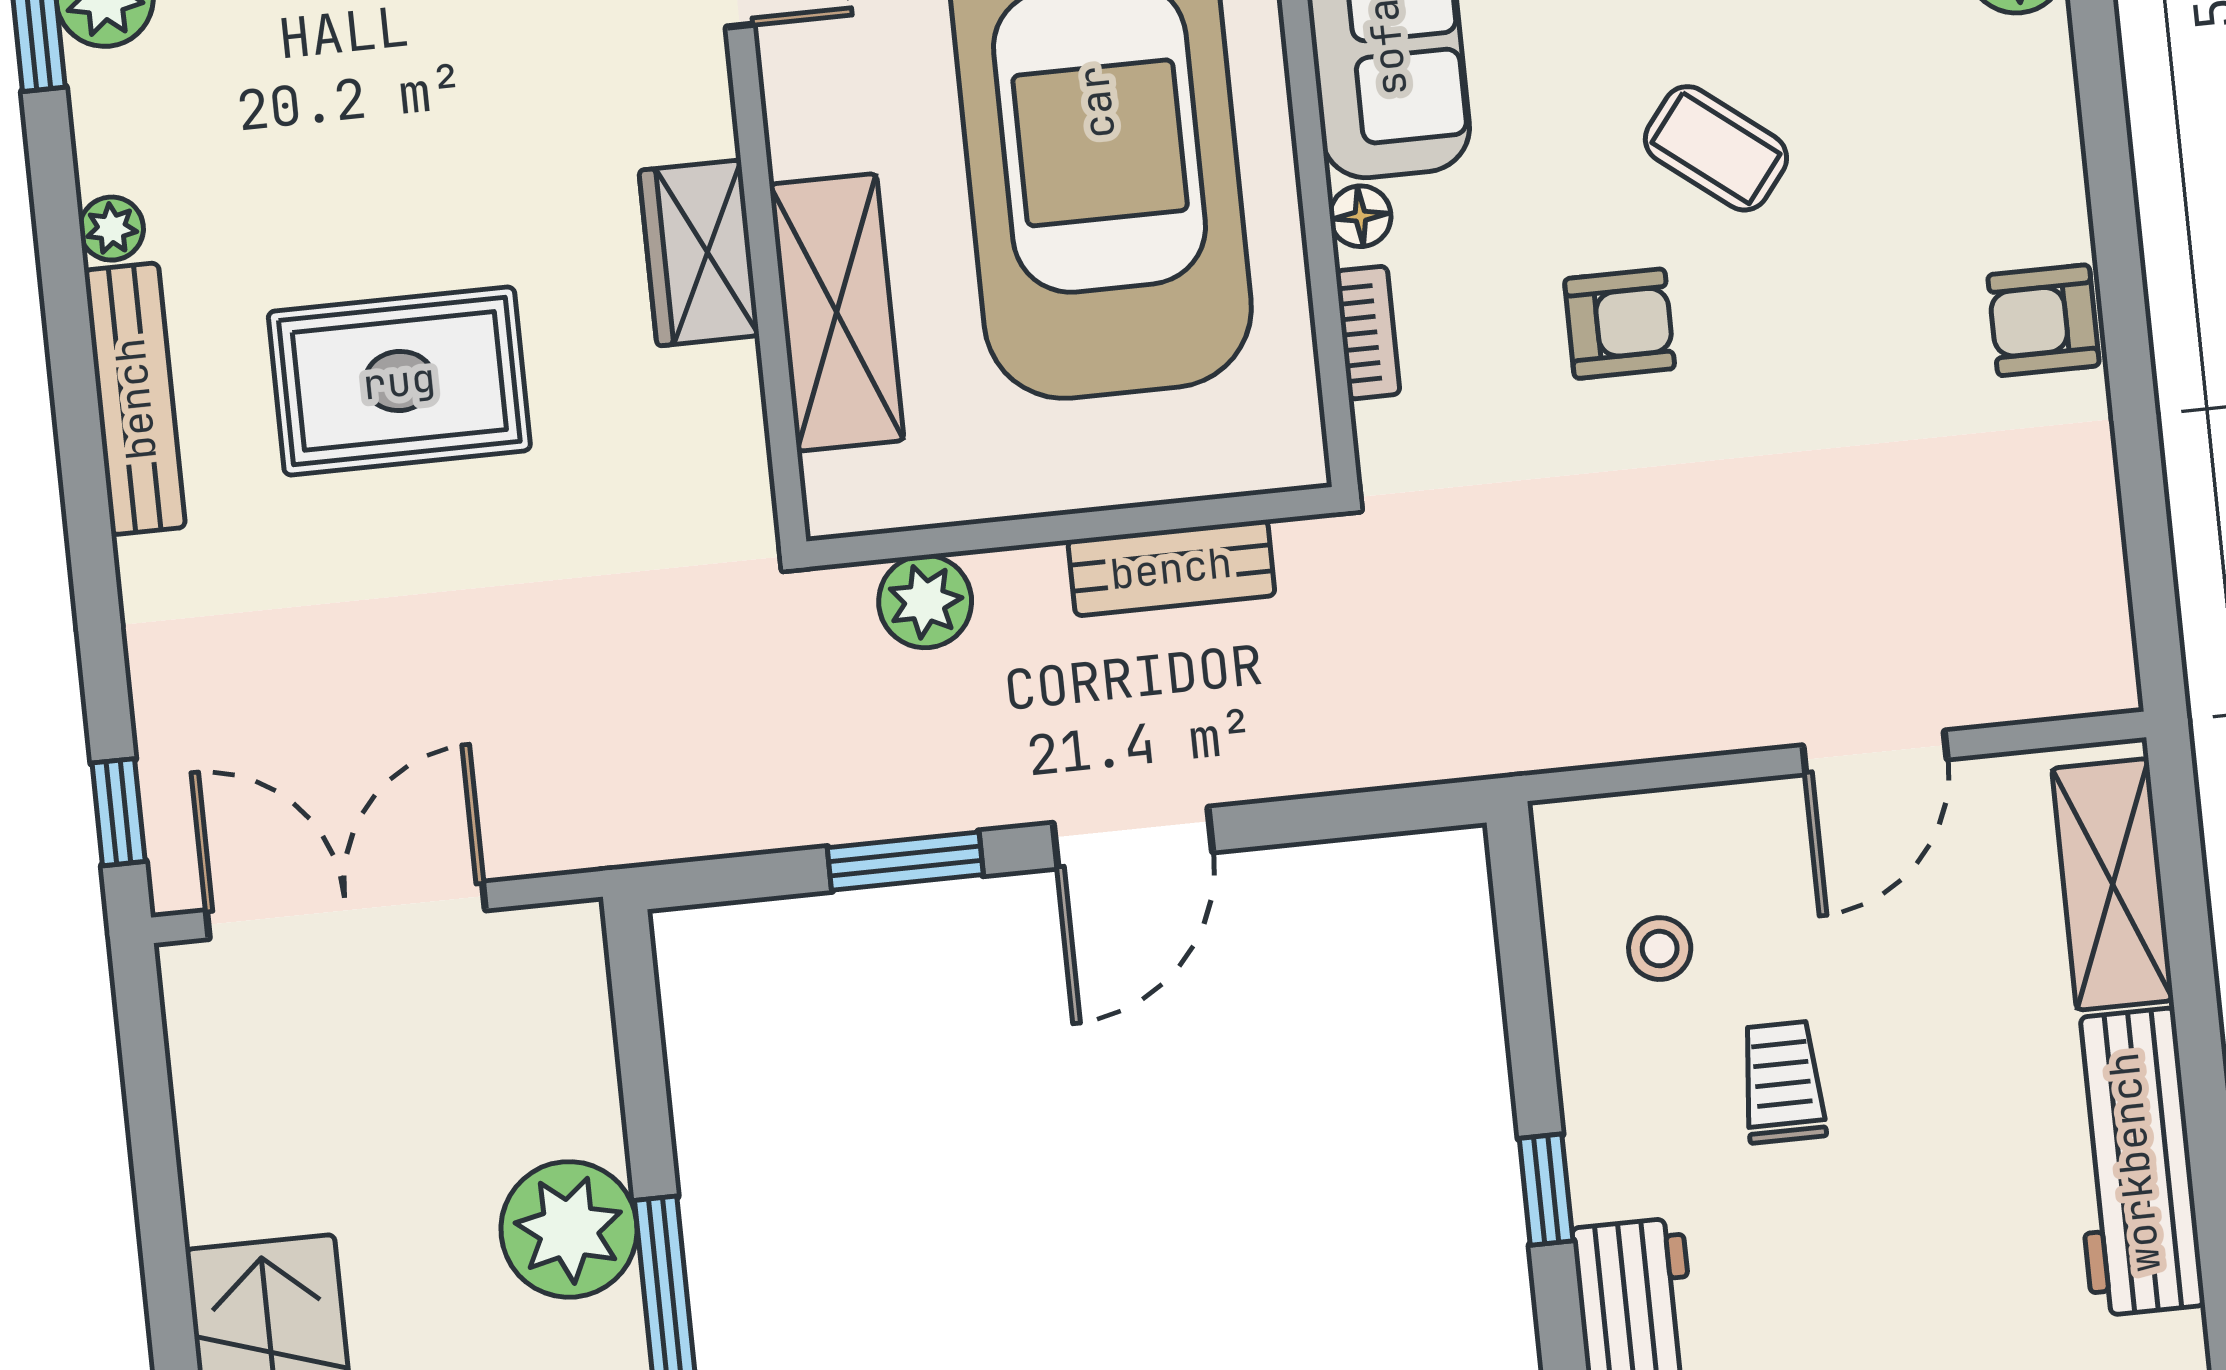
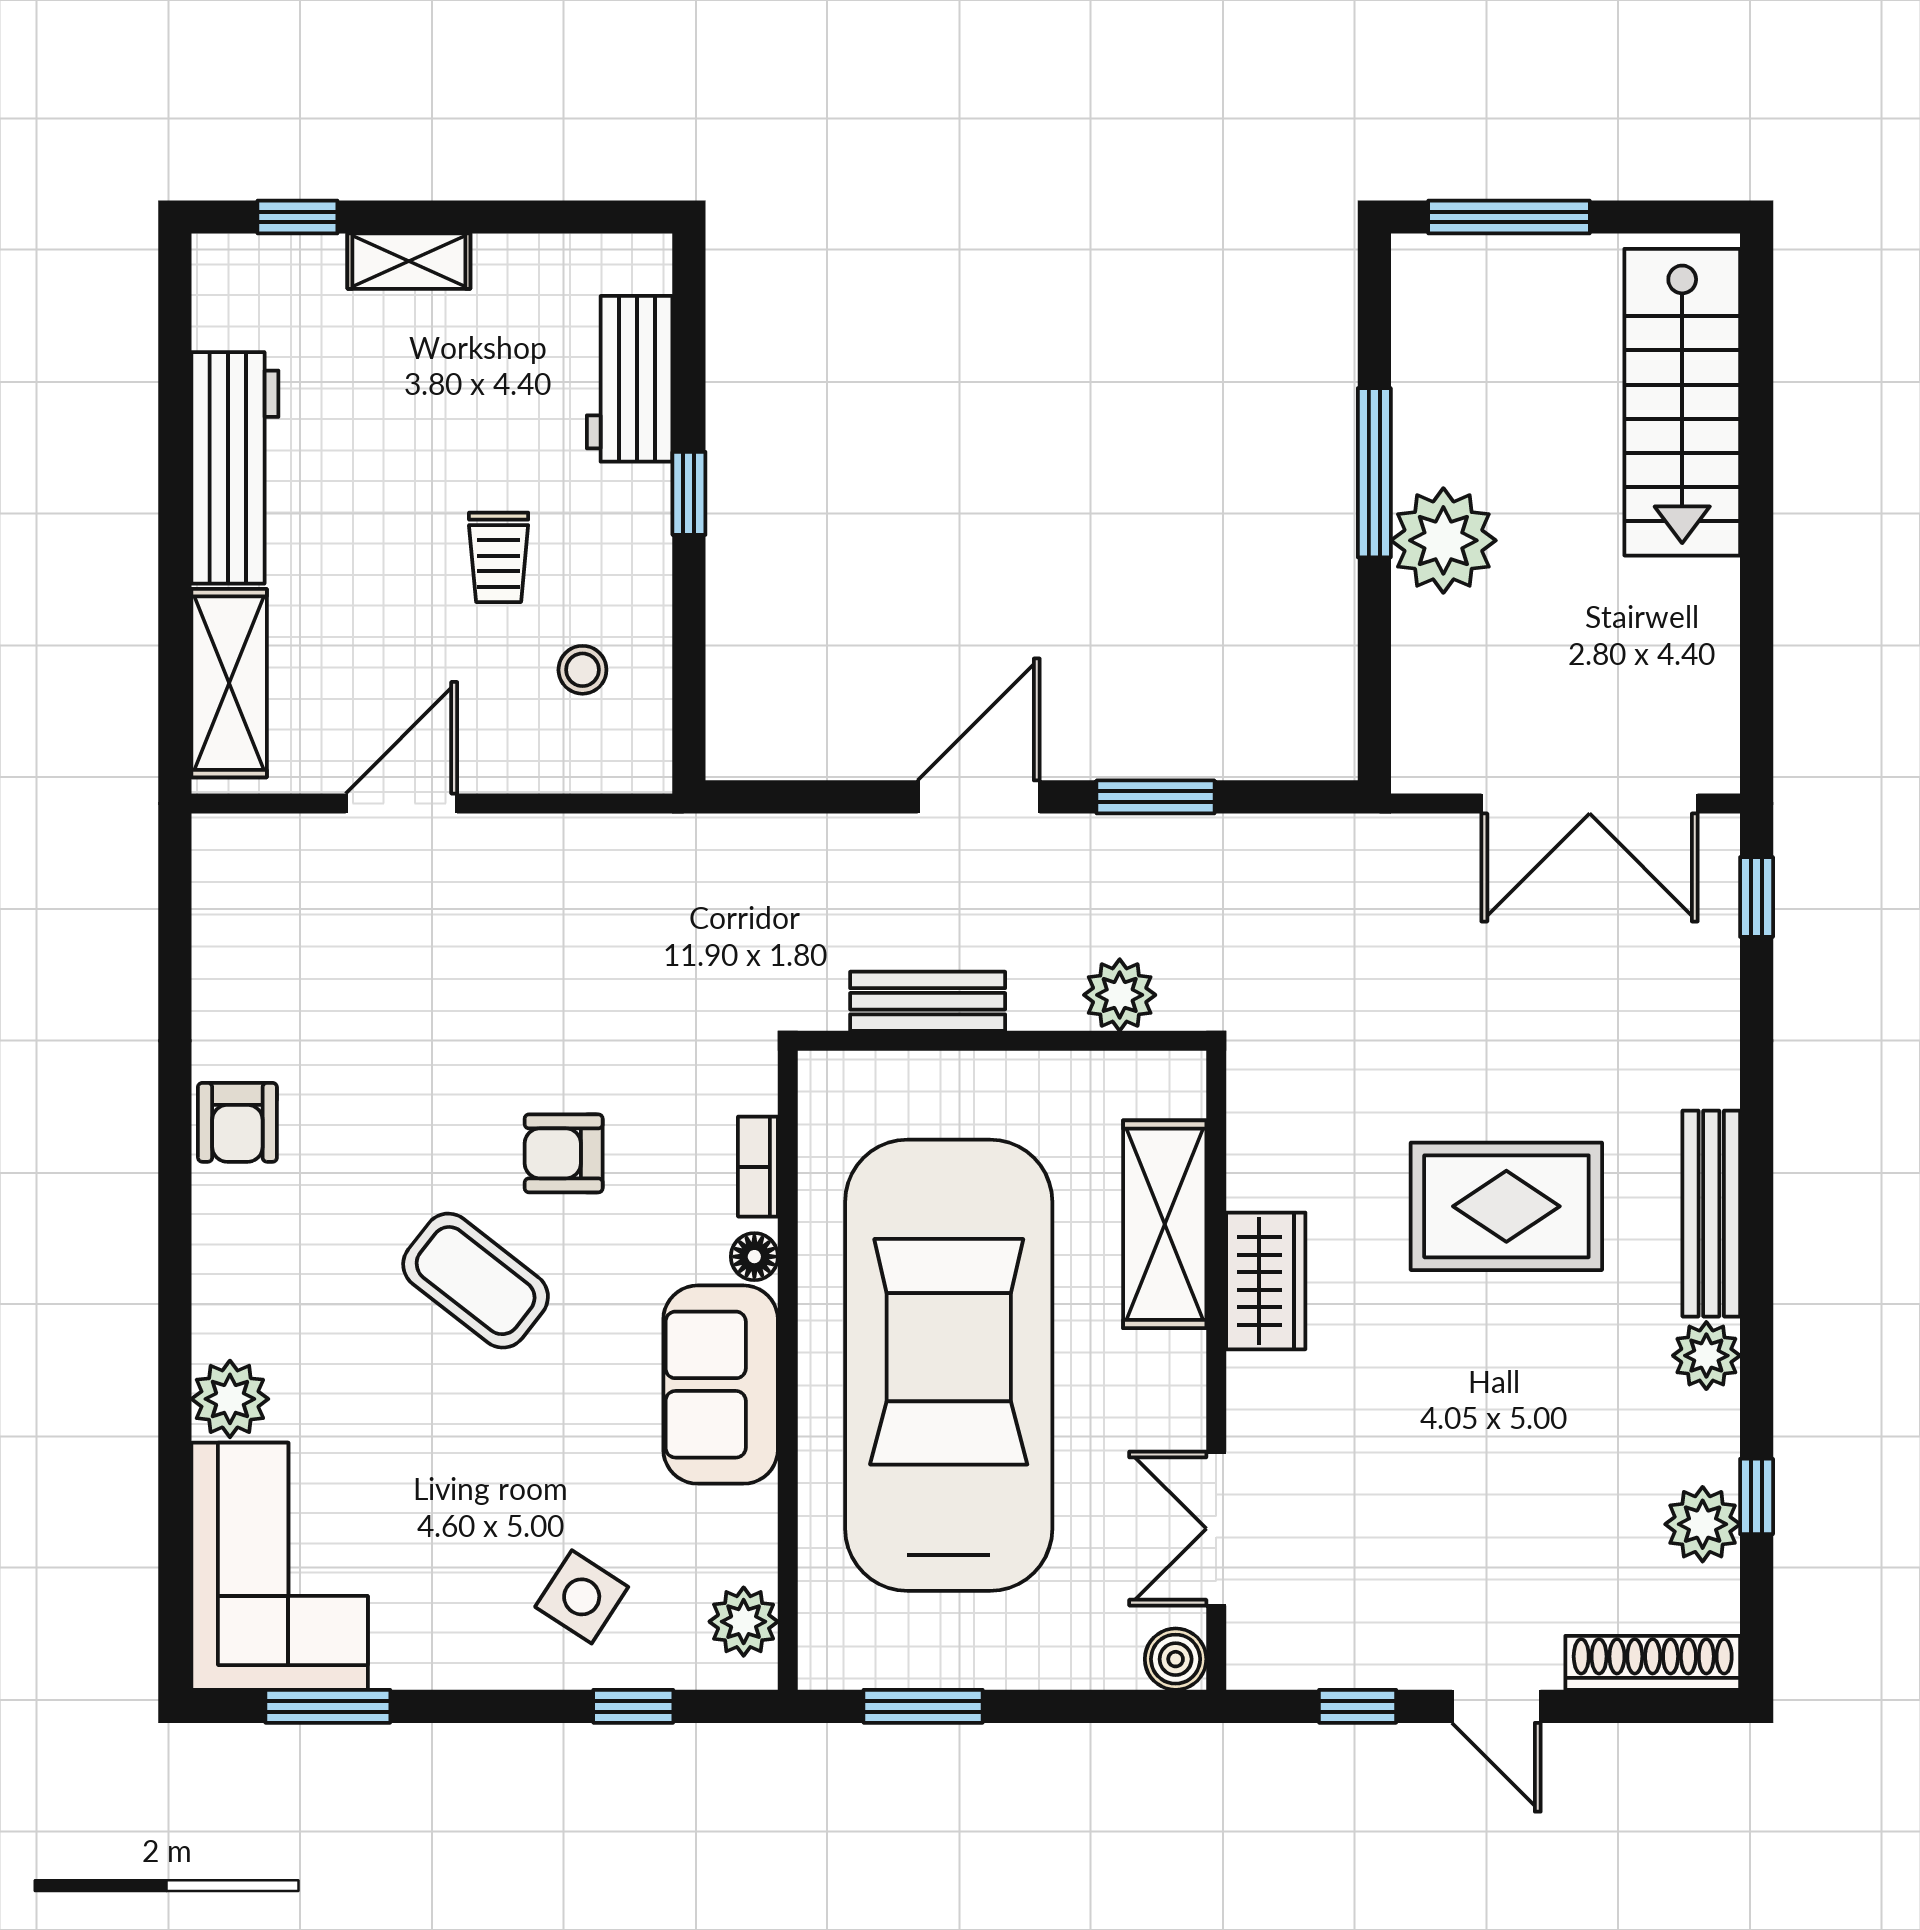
coffee table: (1716, 148) -> (476, 1281), width x1.36, depth x1.30
plant: (112, 229) -> (1706, 1356), width x1.38, depth x1.38
armchair: (2043, 320) -> (237, 1122), turned 90

